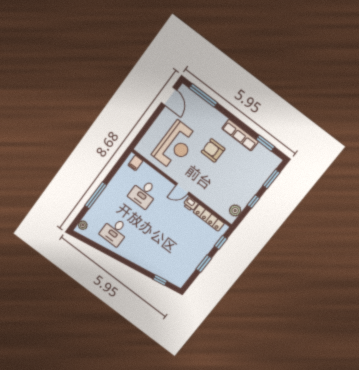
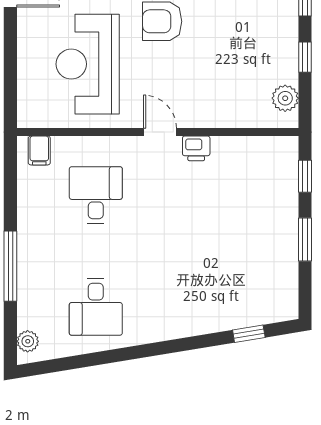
reception desk: (175, 145) -> (88, 64), turned 180
door: (182, 189) -> (160, 132), swing flipped
desk: (143, 193) -> (96, 195), turned 180
locker: (209, 218) -> (248, 148), removed

